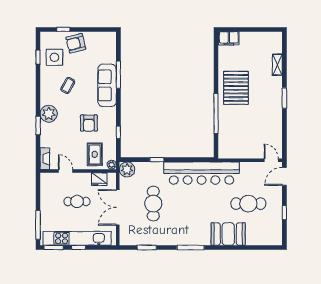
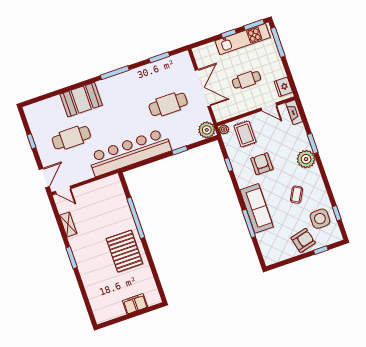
filing cabinet: (229, 38) -> (135, 304), moved
shelving: (277, 65) -> (68, 224), moved
fridge: (99, 179) -> (283, 87), moved, turned -90
cafe table: (153, 204) -> (168, 104), turned 90
kitchen unit: (77, 238) -> (243, 39), width x0.73

